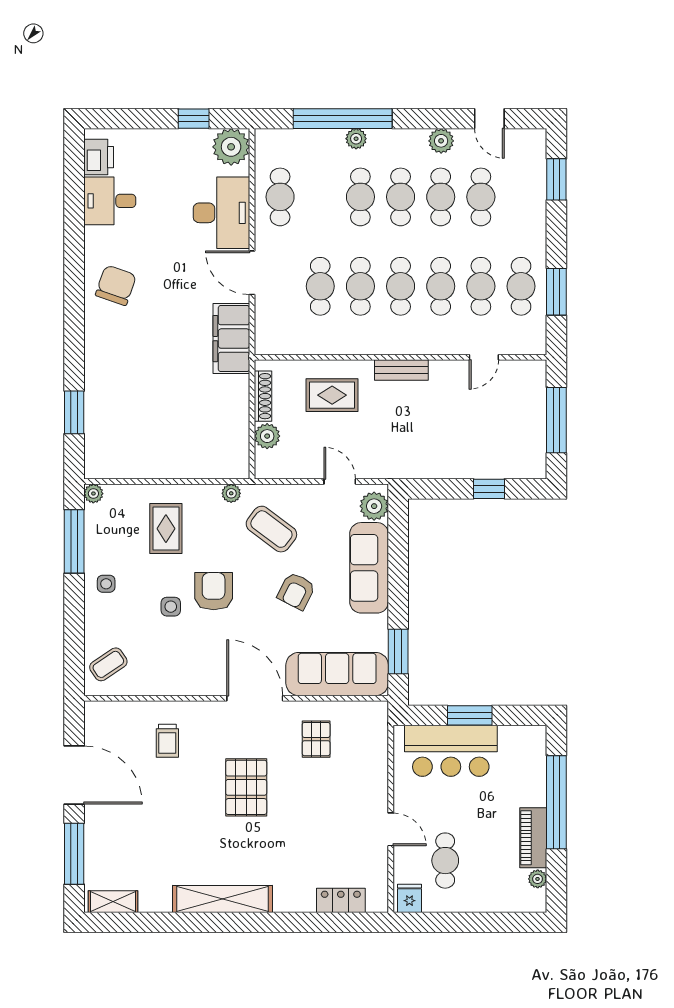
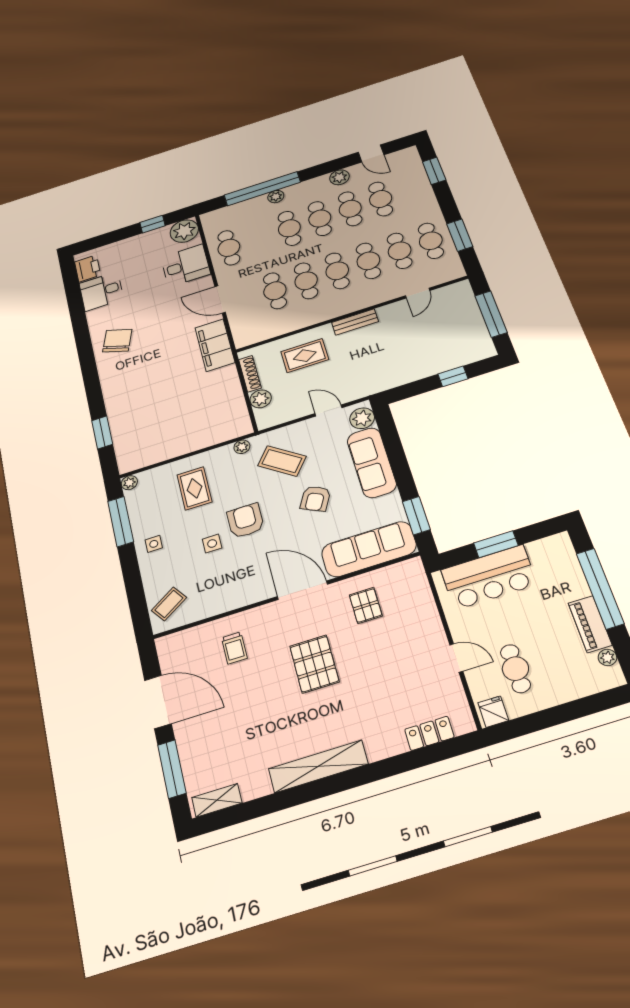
desk: (221, 213) -> (186, 266), width x0.73

